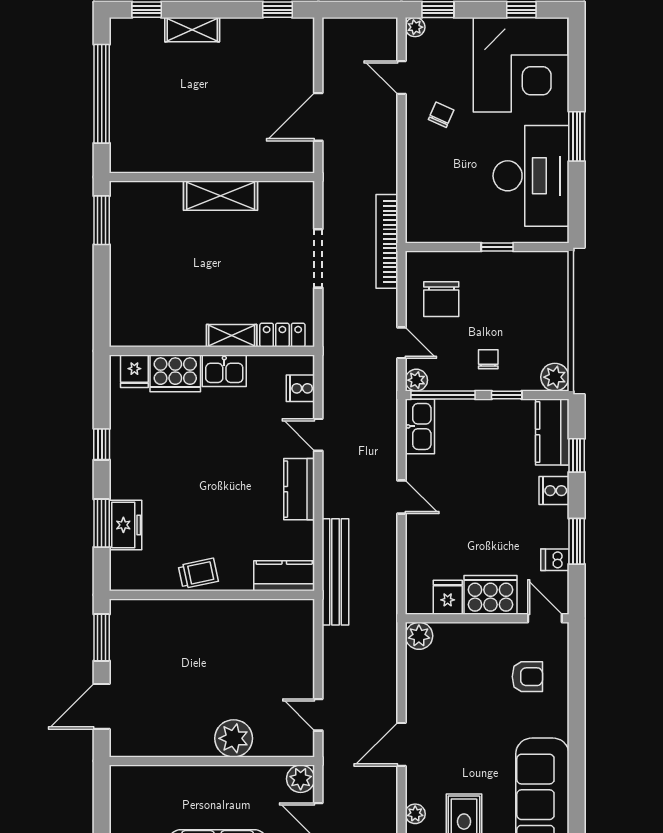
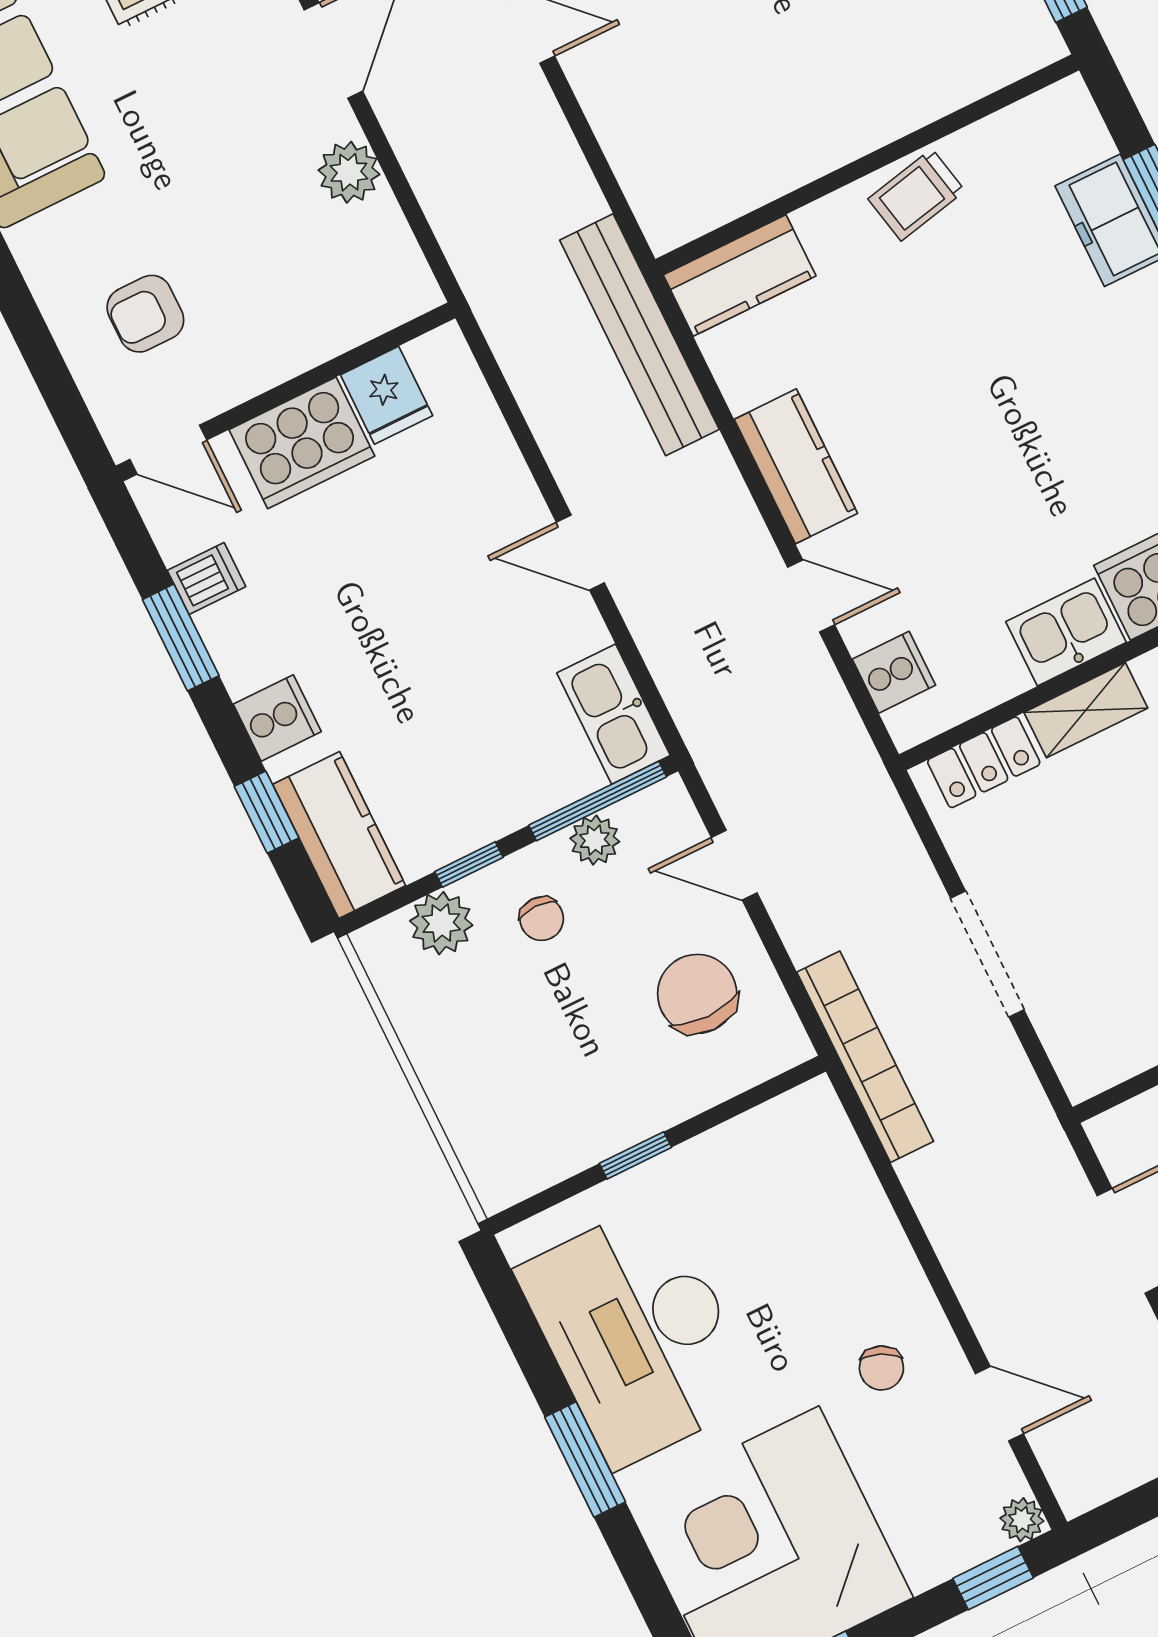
plant: (555, 377) -> (441, 923), moved
plant: (416, 380) -> (595, 840), moved
plant: (419, 636) -> (349, 172), moved

